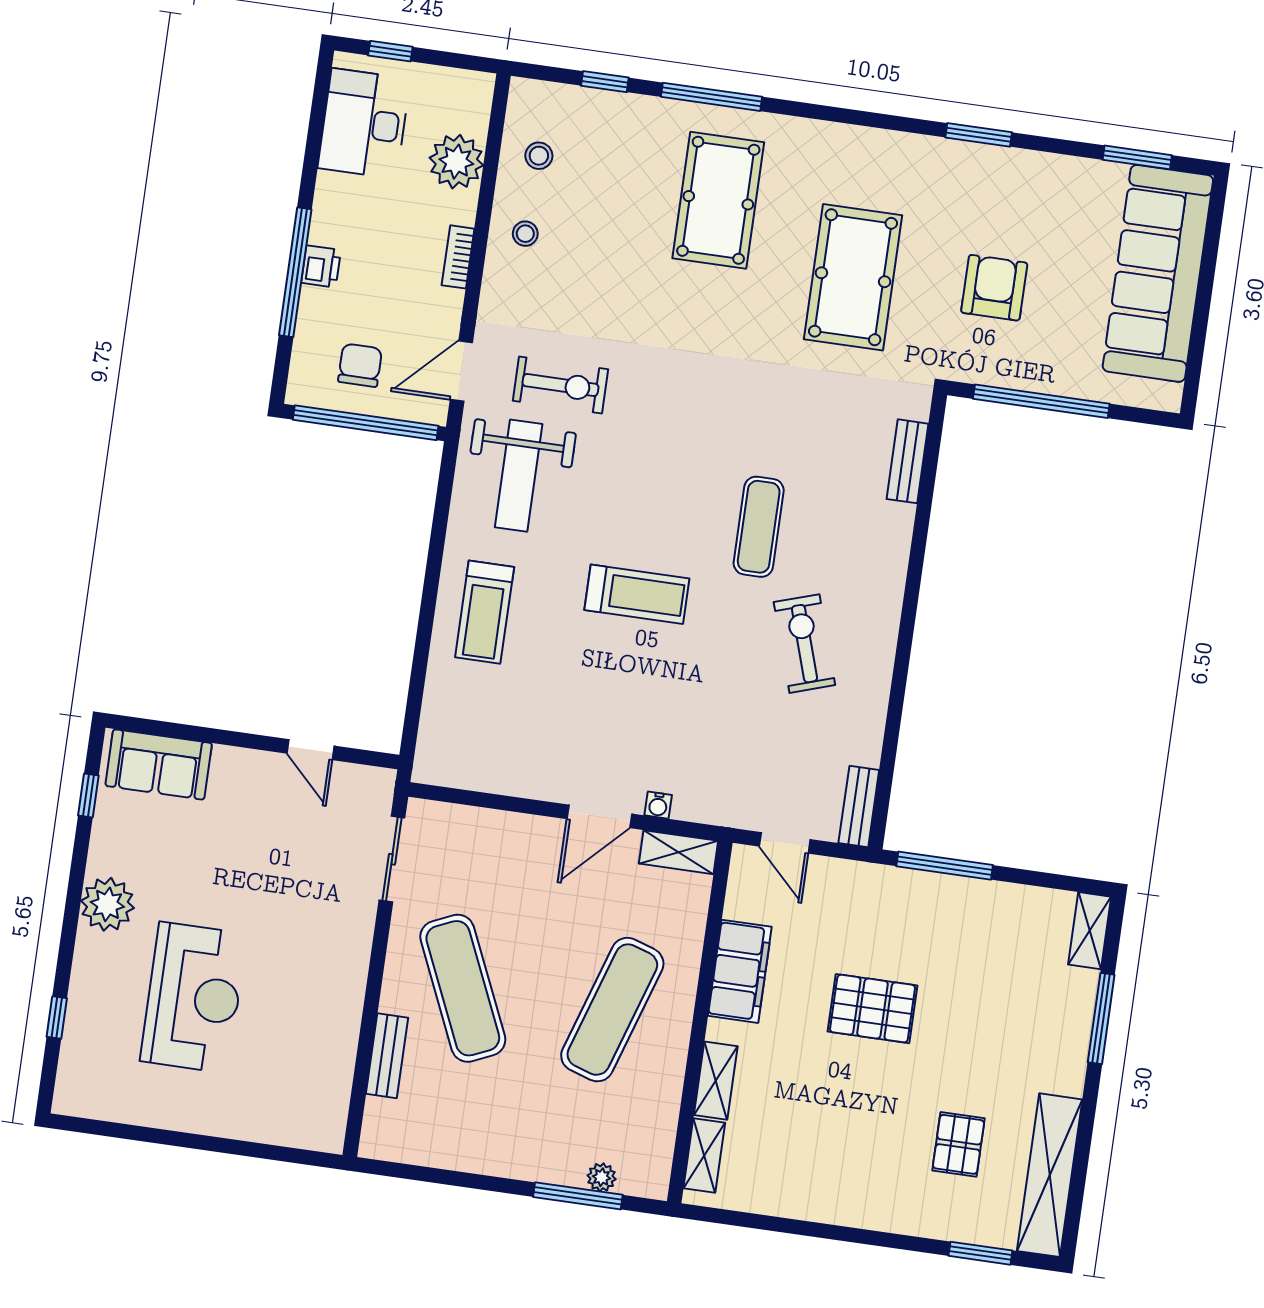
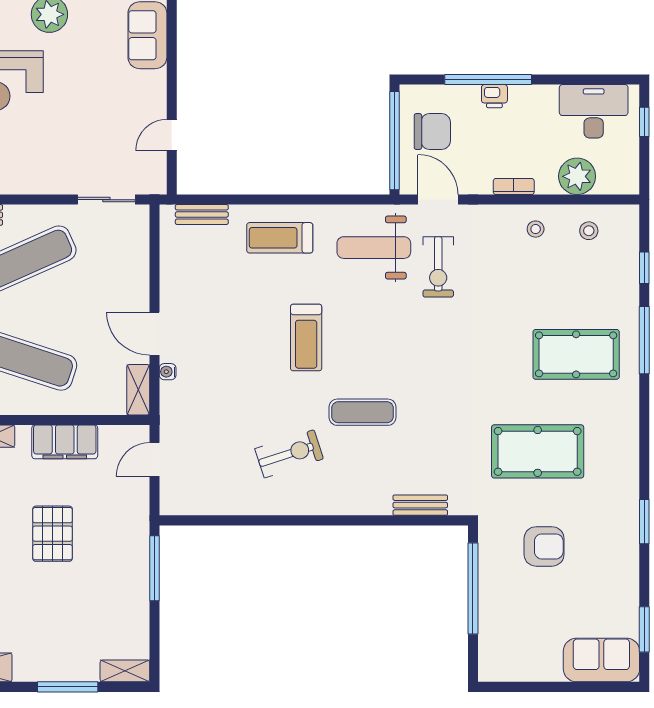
sofa: (1158, 273) -> (601, 660), width x0.54, depth x0.79
chair: (360, 365) -> (432, 131), width x1.37, depth x1.37
bench: (859, 806) -> (202, 214), moved

